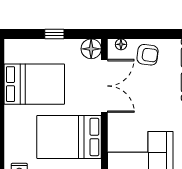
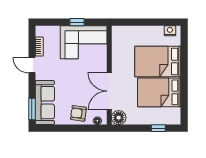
window: (54, 34) -> (158, 128), moved
bed: (69, 137) -> (158, 61), moved, turned 180

